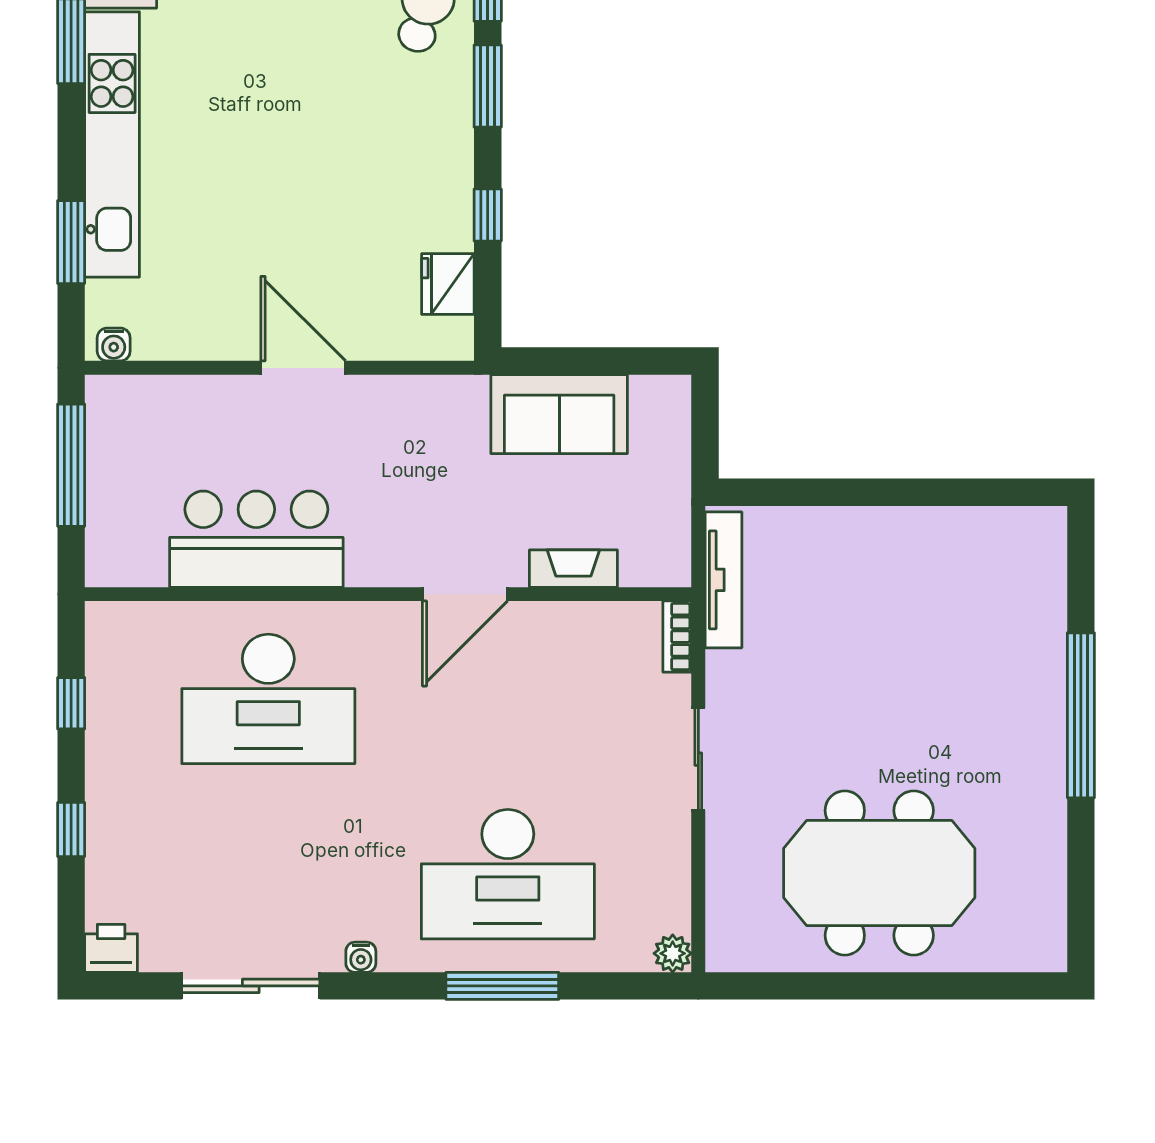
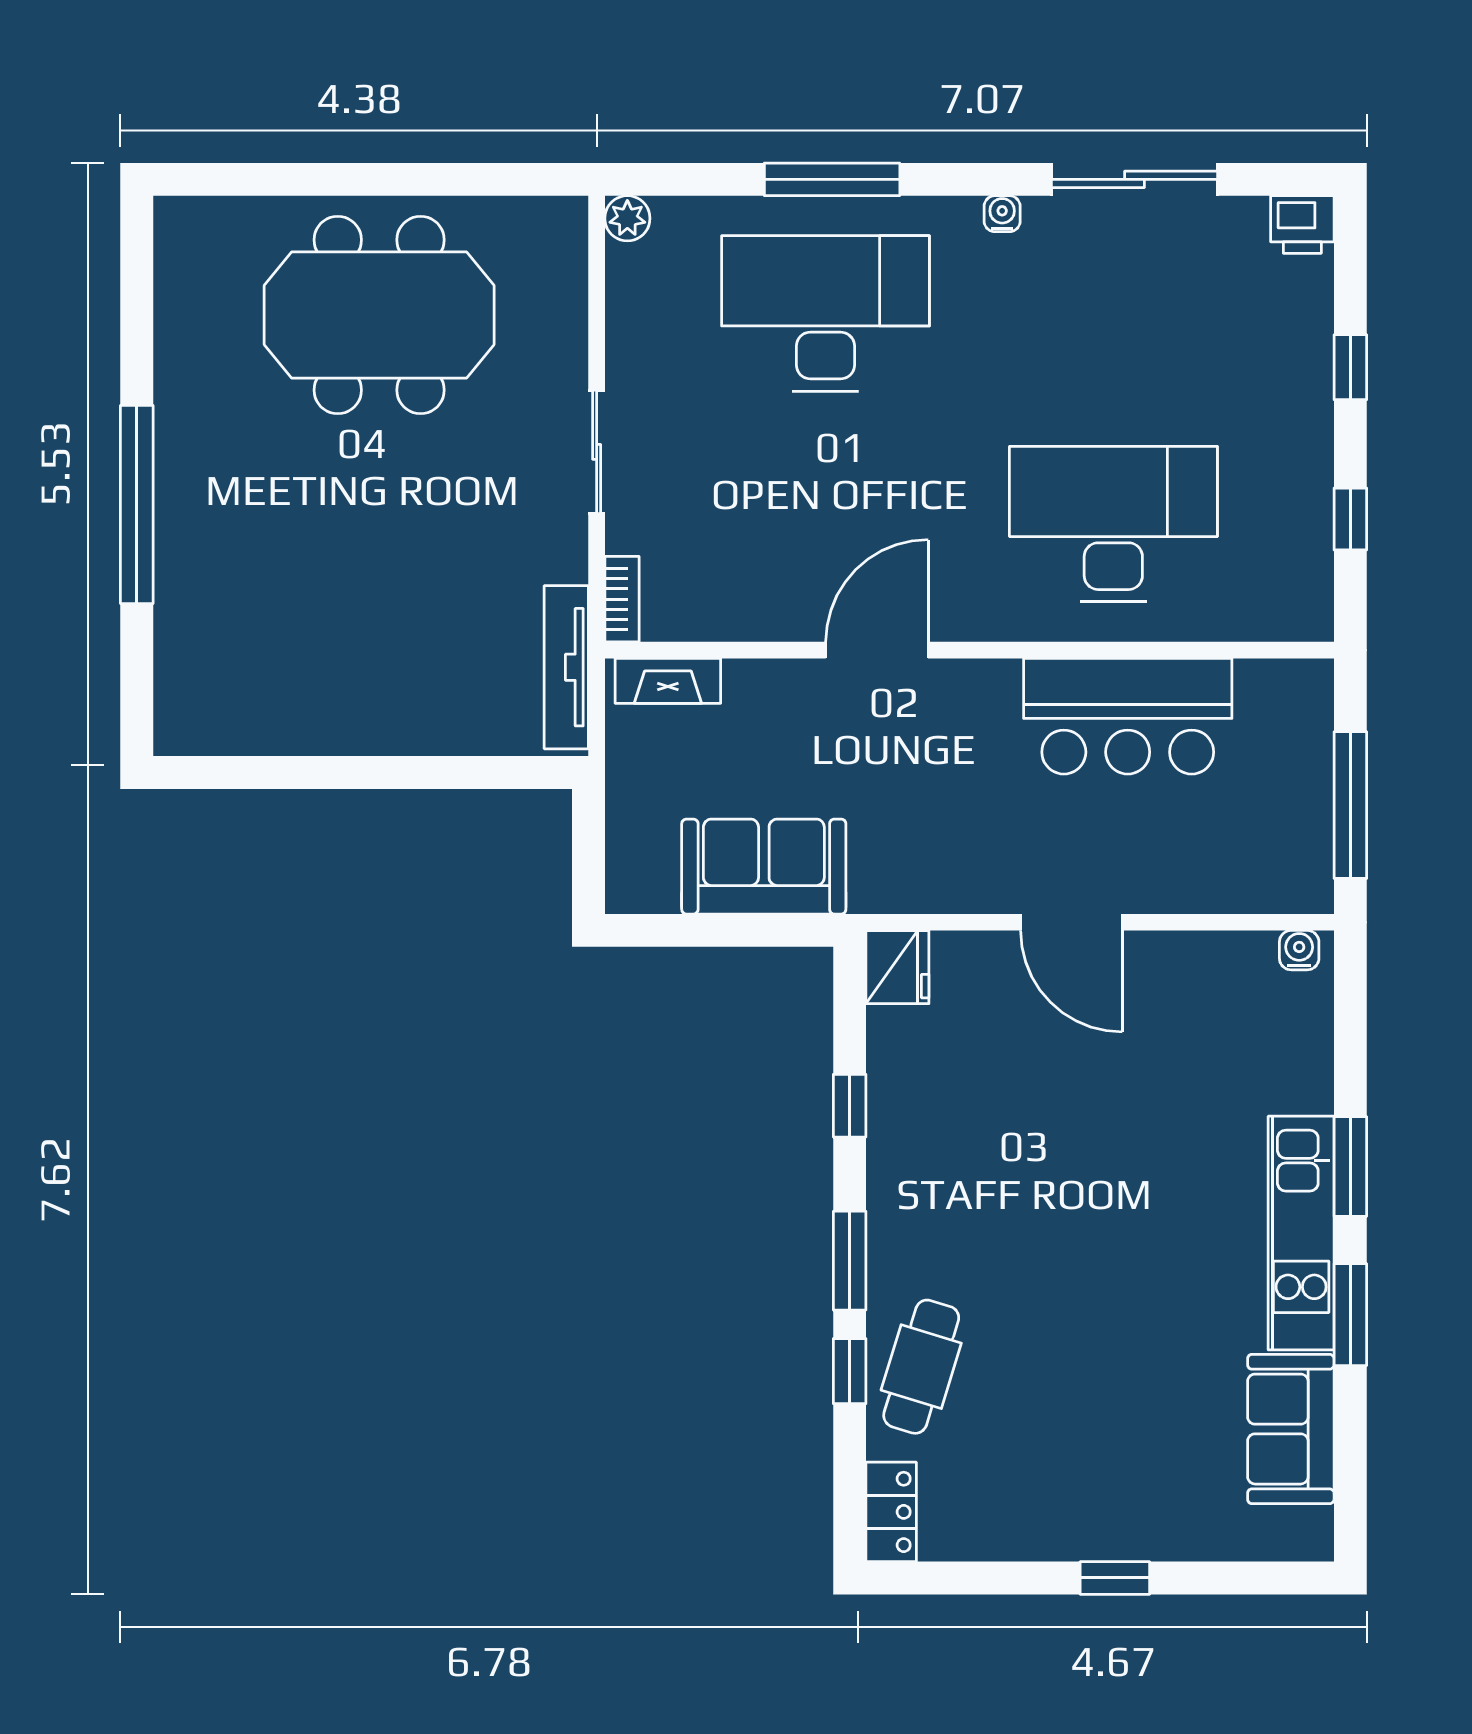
kitchen unit: (112, 144) -> (1301, 1233), width x0.73
window: (71, 242) -> (1350, 1166), moved
fridge: (448, 284) -> (897, 967), moved
fireplace: (573, 569) -> (668, 681), moved

